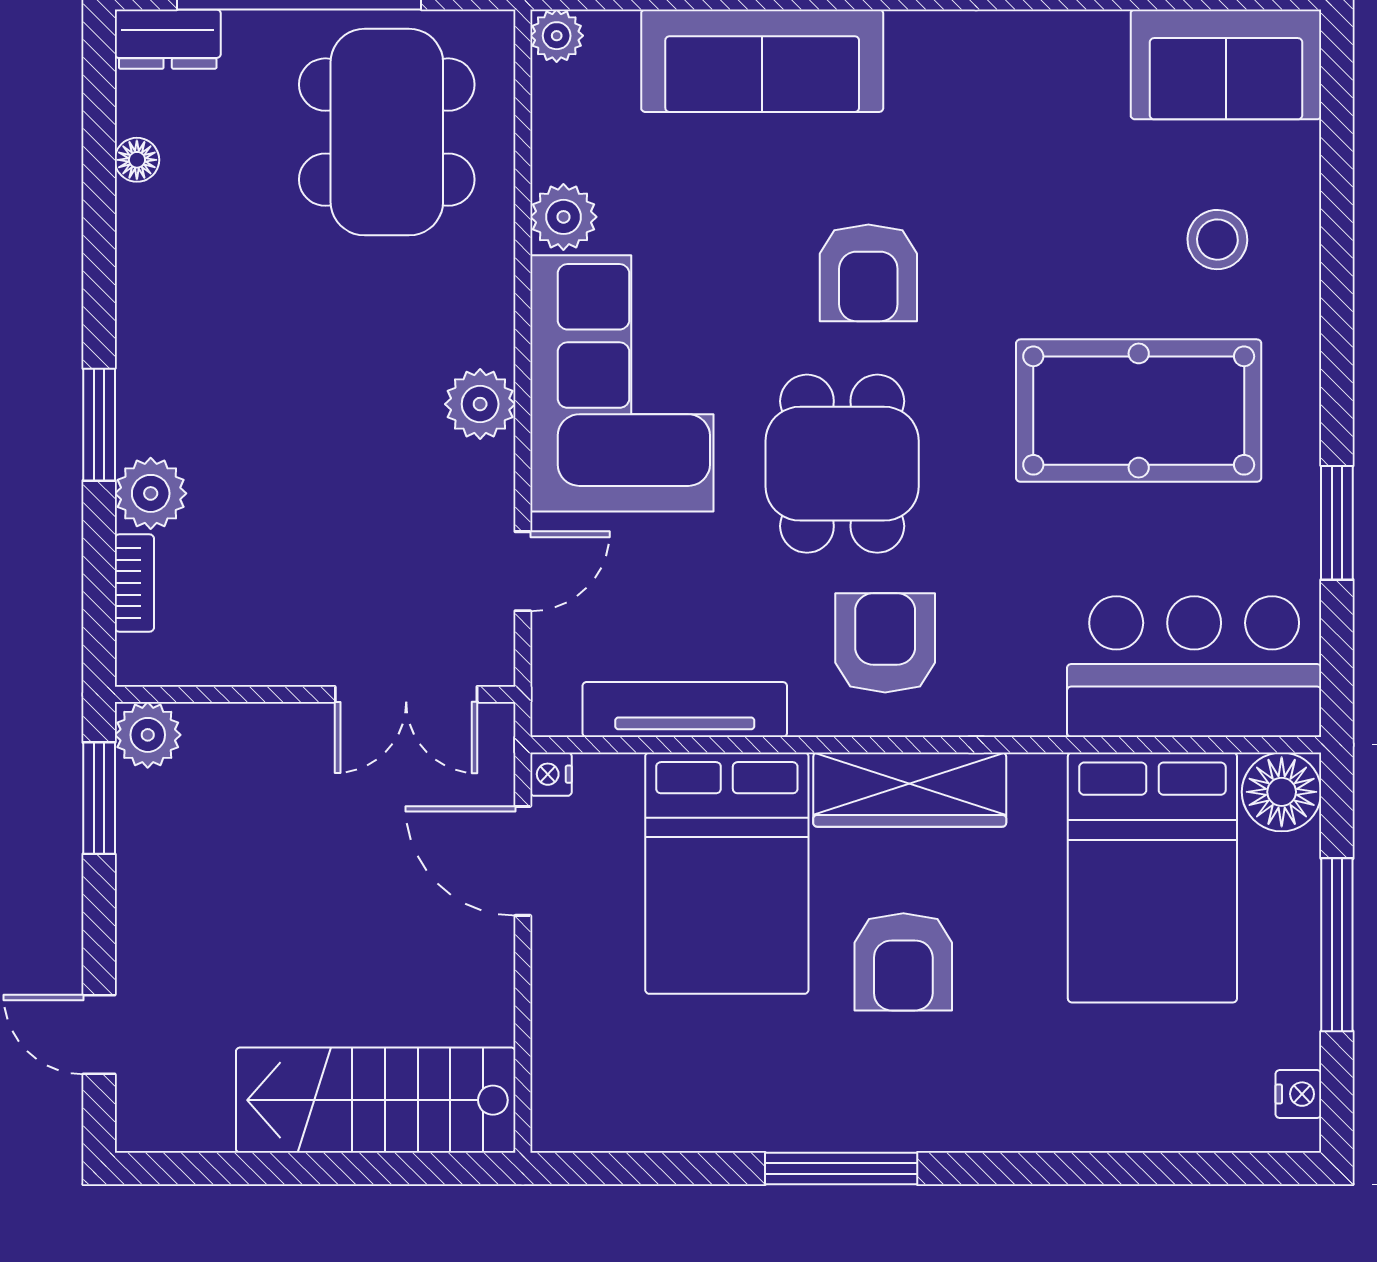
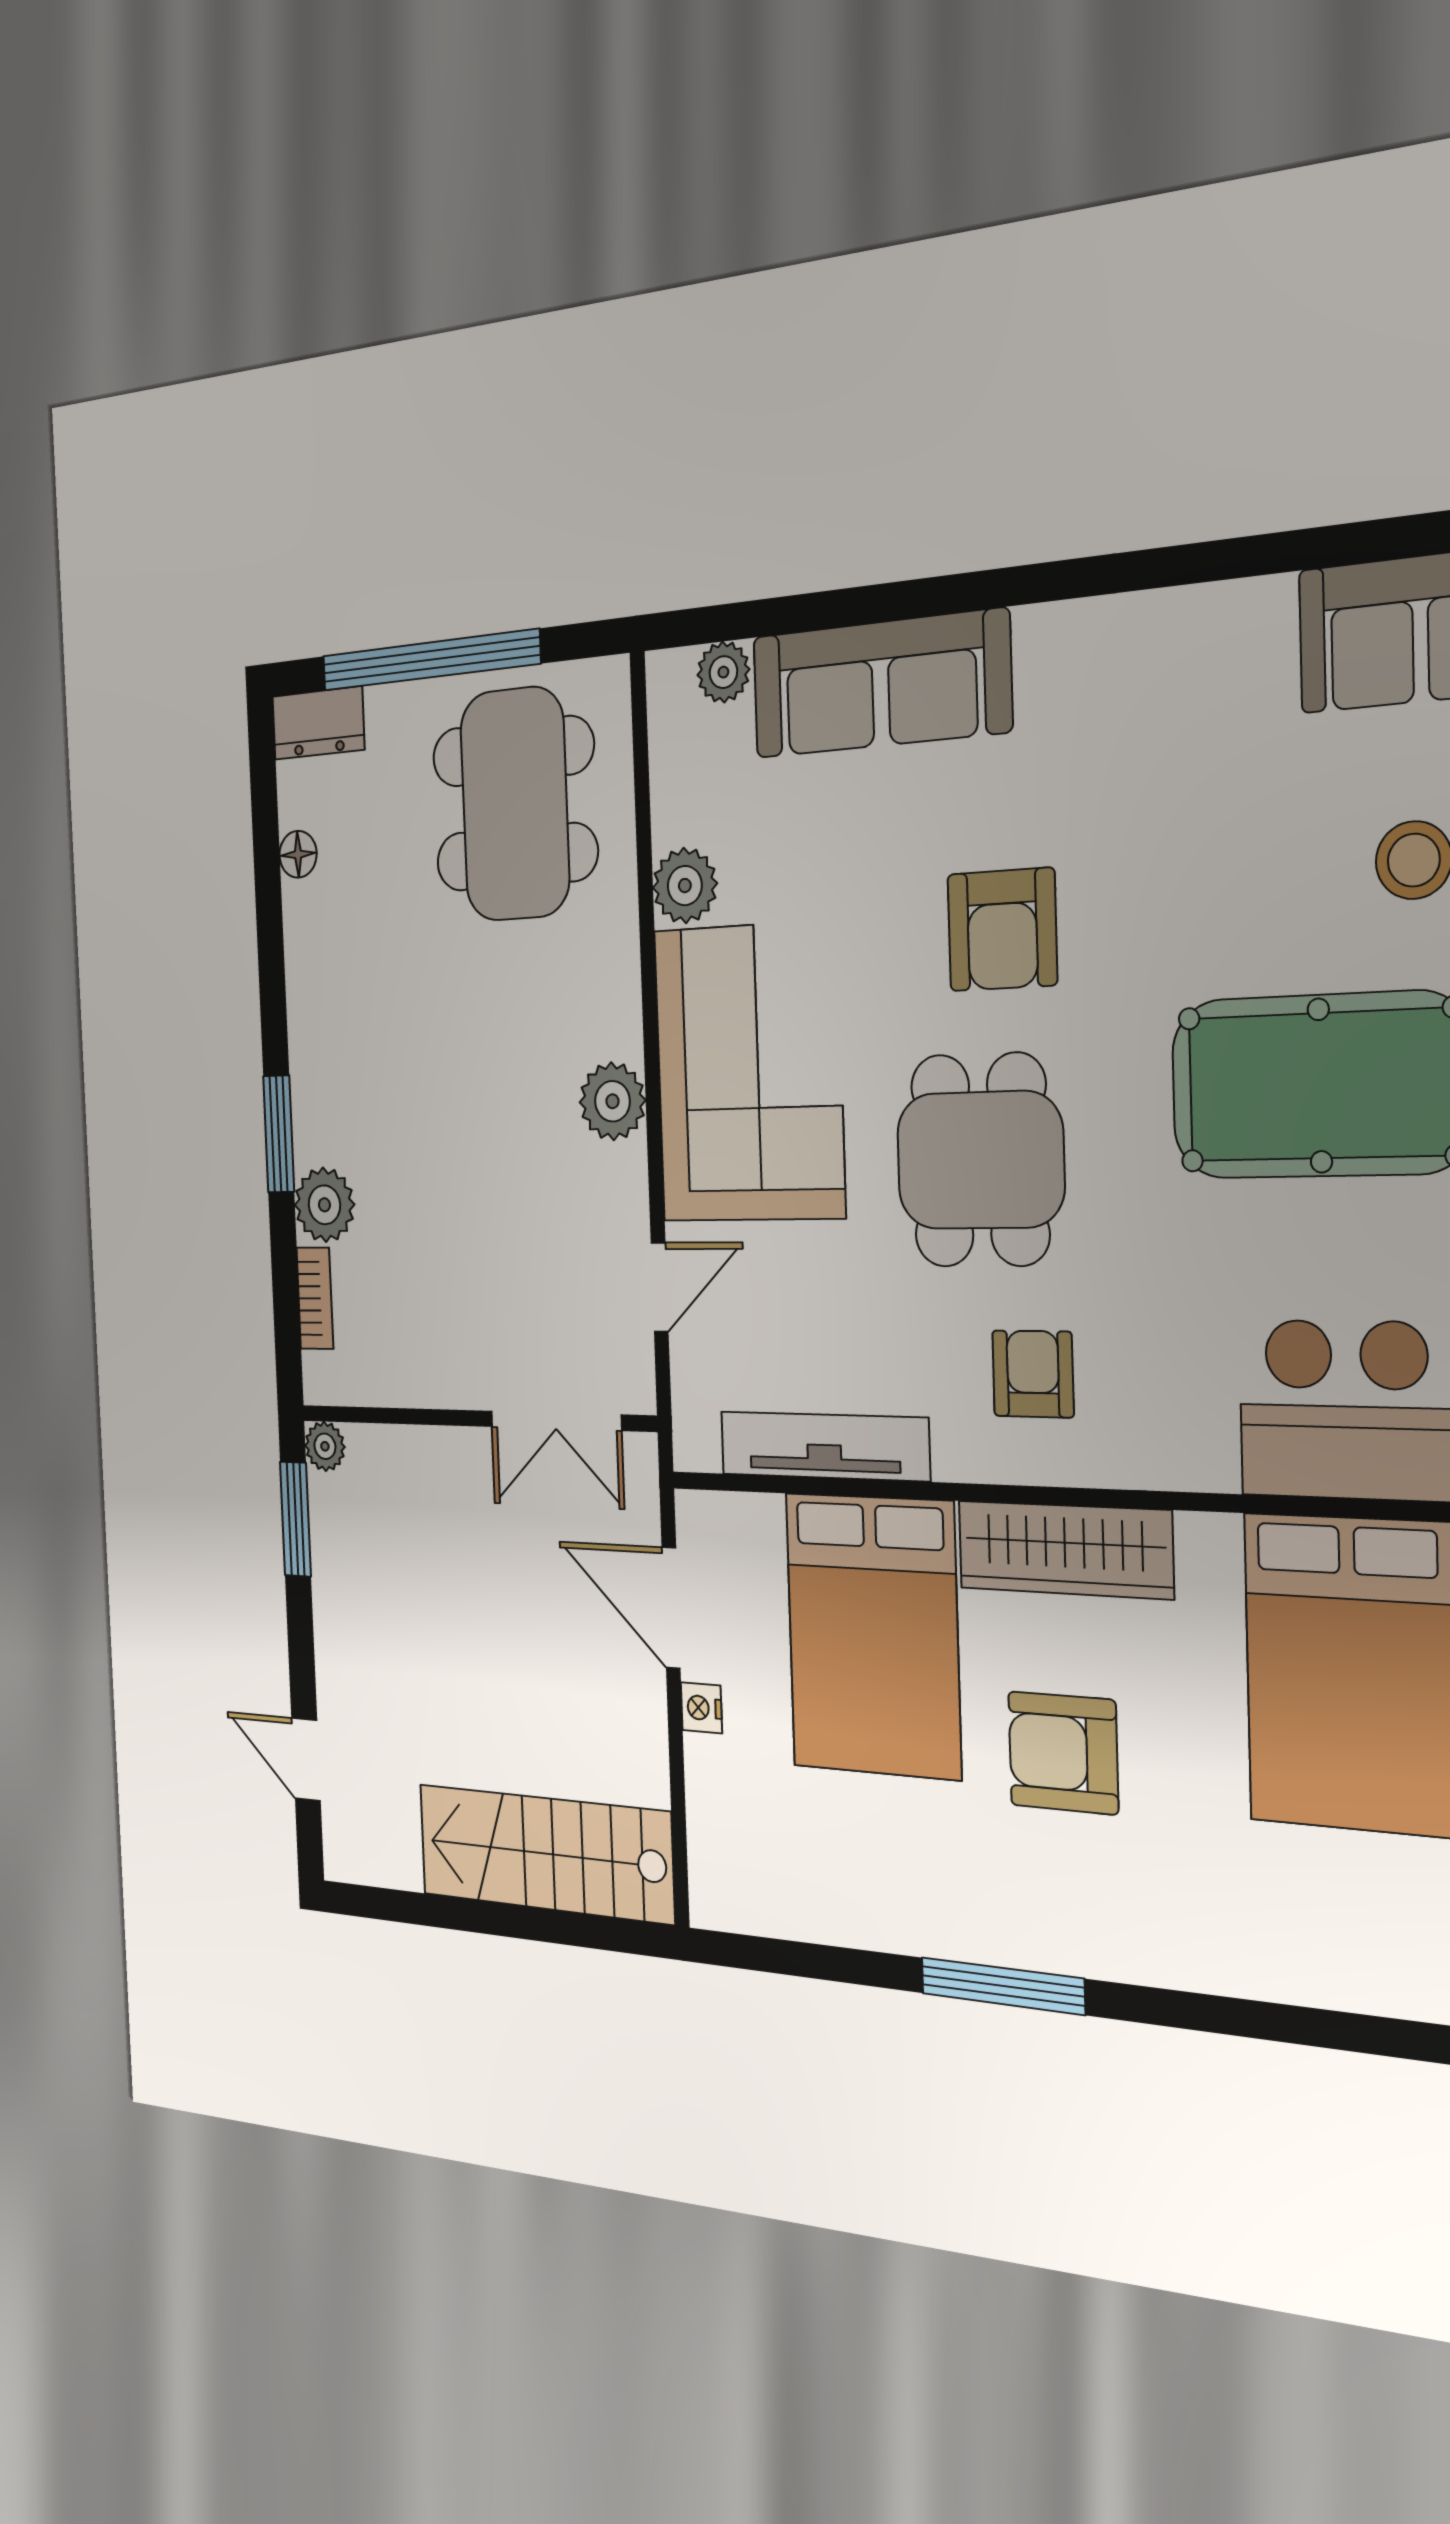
plant: (557, 36) -> (723, 672), moved
armchair: (885, 643) -> (1033, 1374), width x0.72, depth x0.72
plant: (148, 735) -> (325, 1446), width x0.73, depth x0.73
nightstand: (551, 774) -> (701, 1708), moved
armchair: (903, 962) -> (1063, 1753), turned 90

